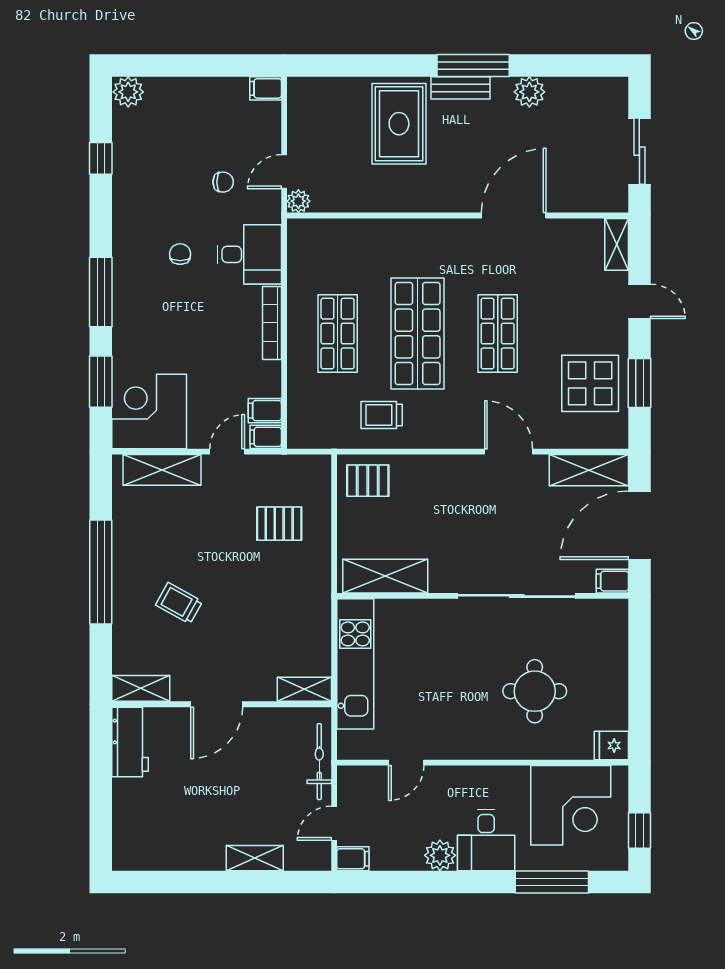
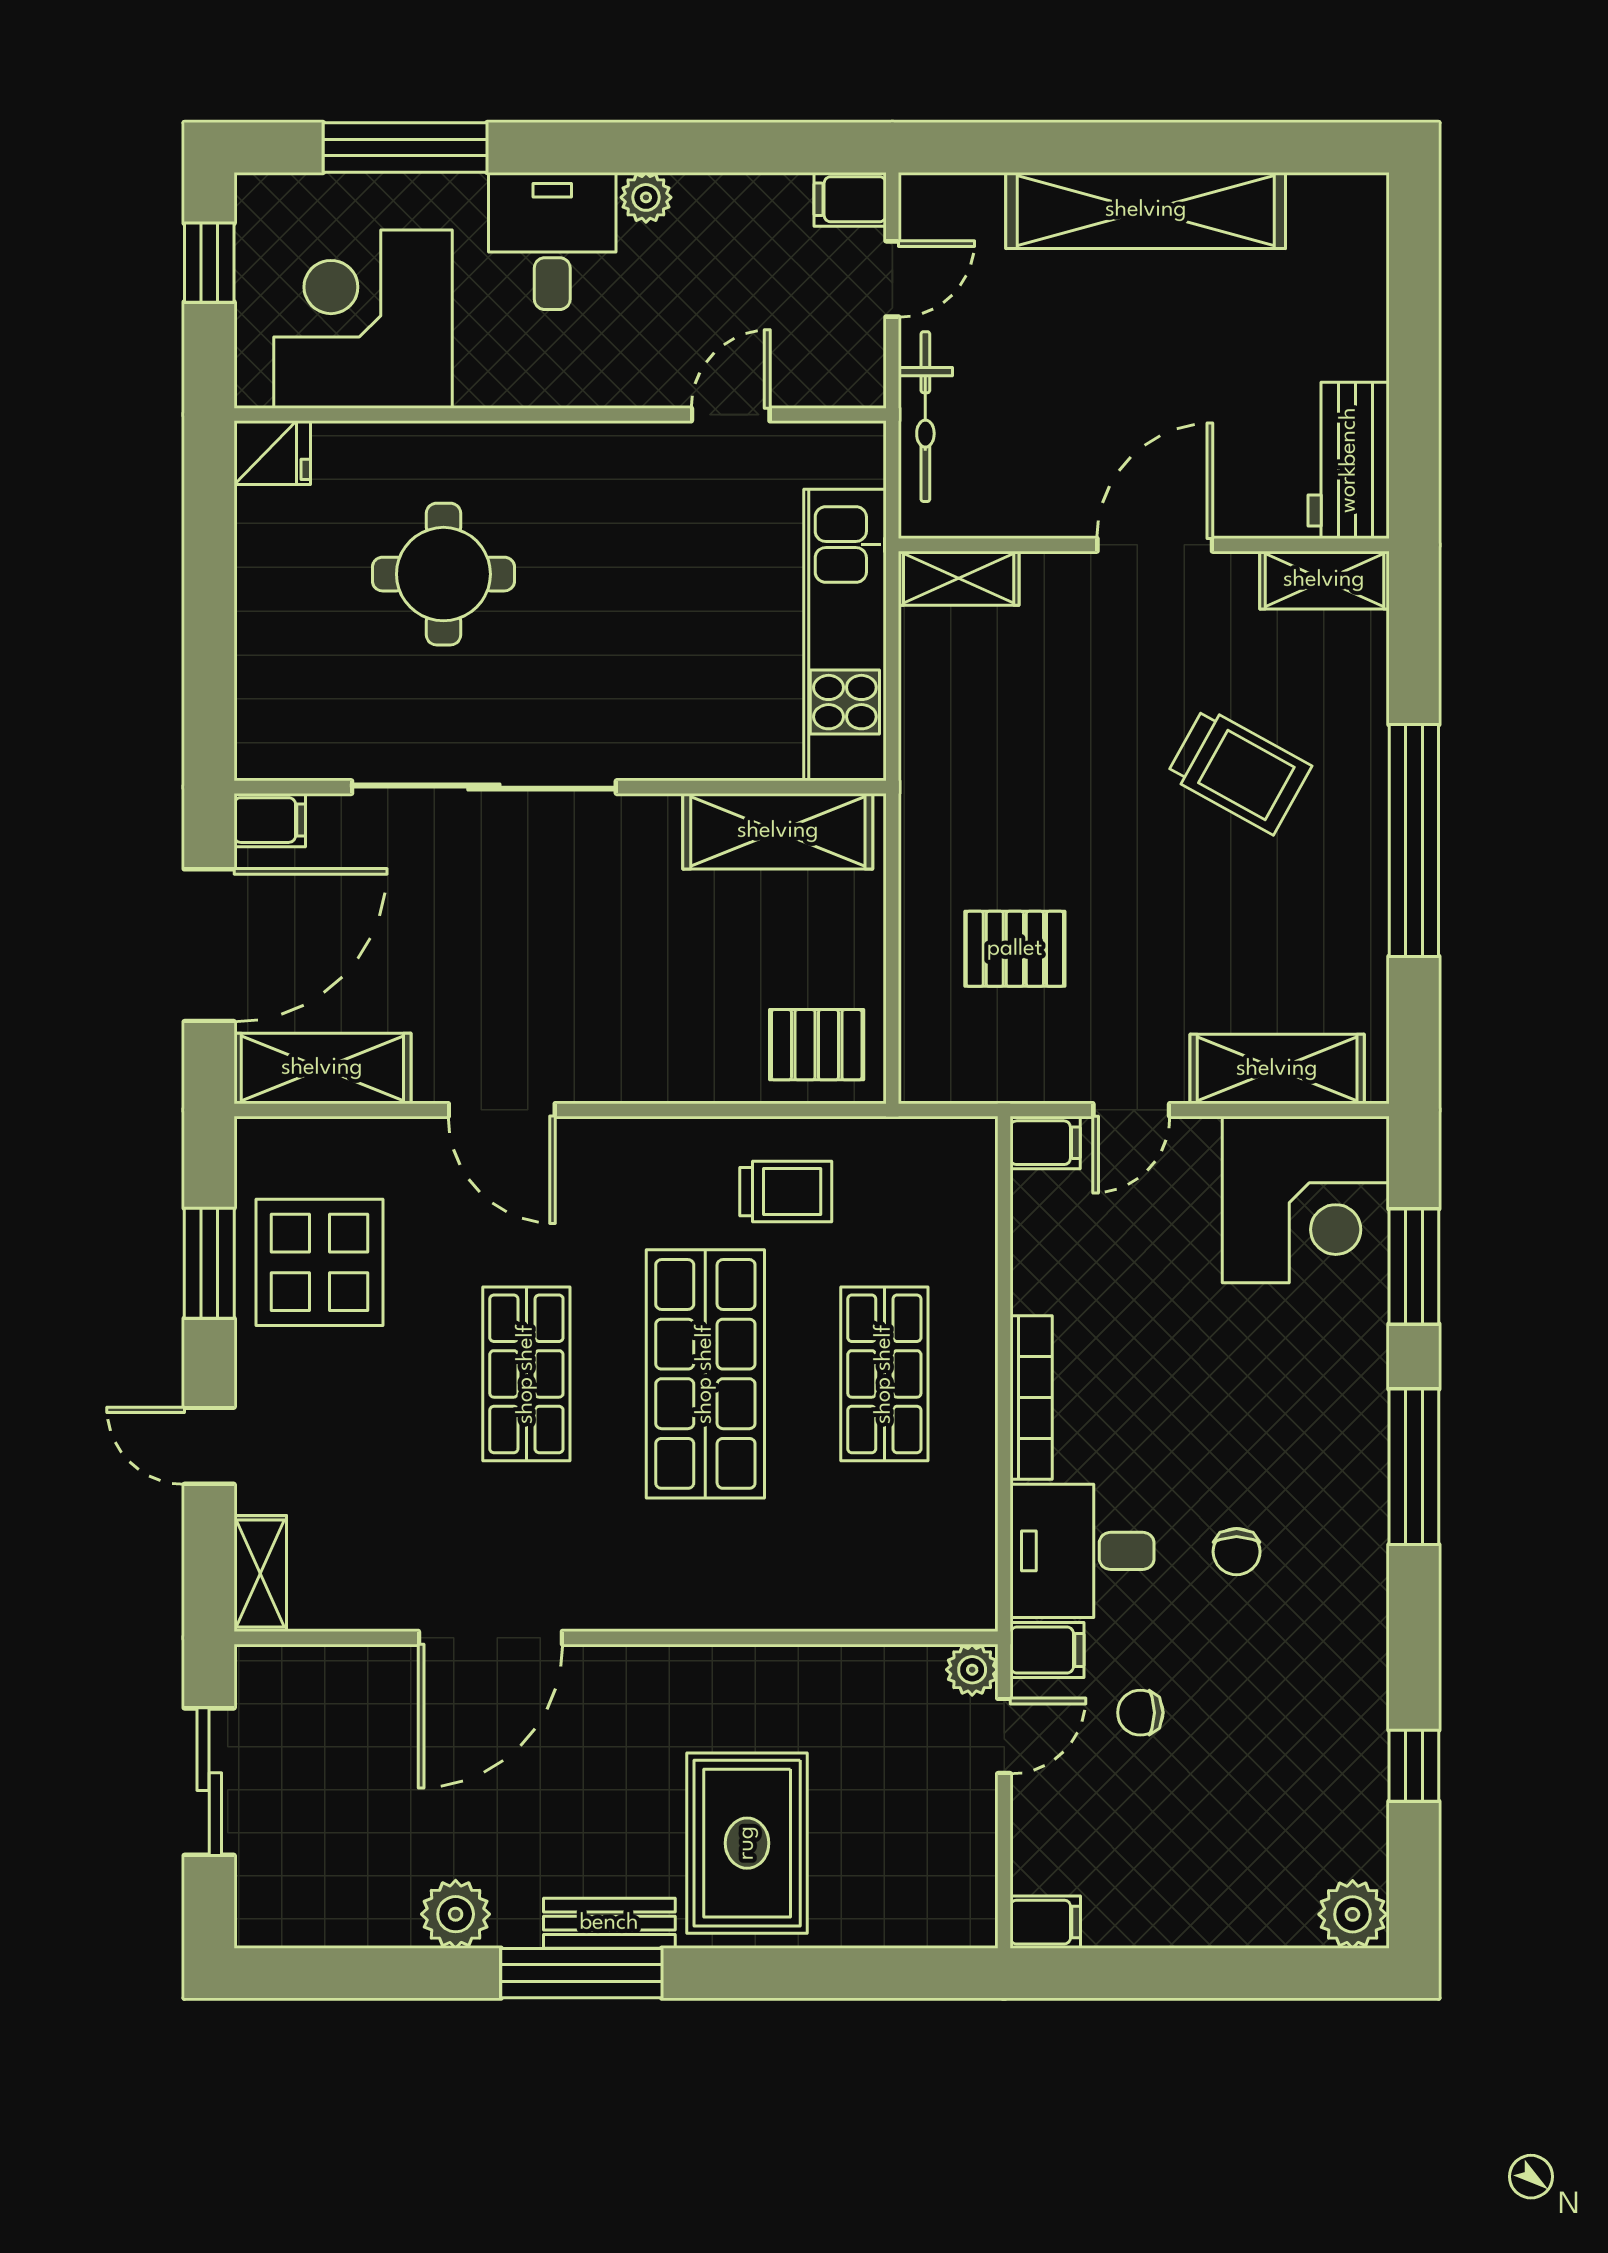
filing cabinet: (265, 411) -> (1047, 1650), moved
trolley: (179, 603) -> (1239, 771), width x1.36, depth x1.39
plant: (440, 855) -> (646, 197), width x0.73, depth x0.73
shelving: (255, 858) -> (1146, 210), width x2.20, depth x1.33

